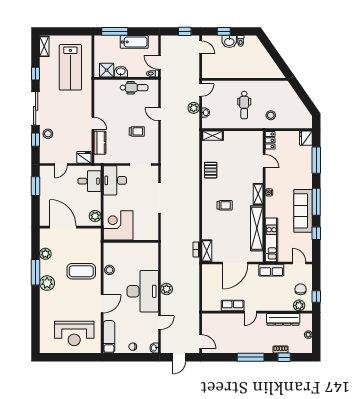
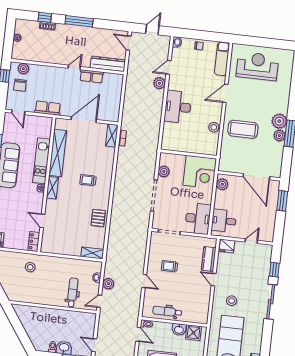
window: (36, 74) -> (267, 337), removed
dental chair: (244, 105) -> (73, 292), moved
stool: (48, 134) -> (232, 301), moved
window: (36, 186) -> (282, 201), moved
plant: (153, 222) -> (164, 171), added
kitchen unit: (272, 240) -> (41, 161), moved
plant: (45, 254) -> (279, 136), moved
plant: (167, 289) -> (159, 83), moved
desk: (143, 291) -> (178, 107), width x0.73, depth x0.77
dresser: (283, 319) -> (108, 64), moved

